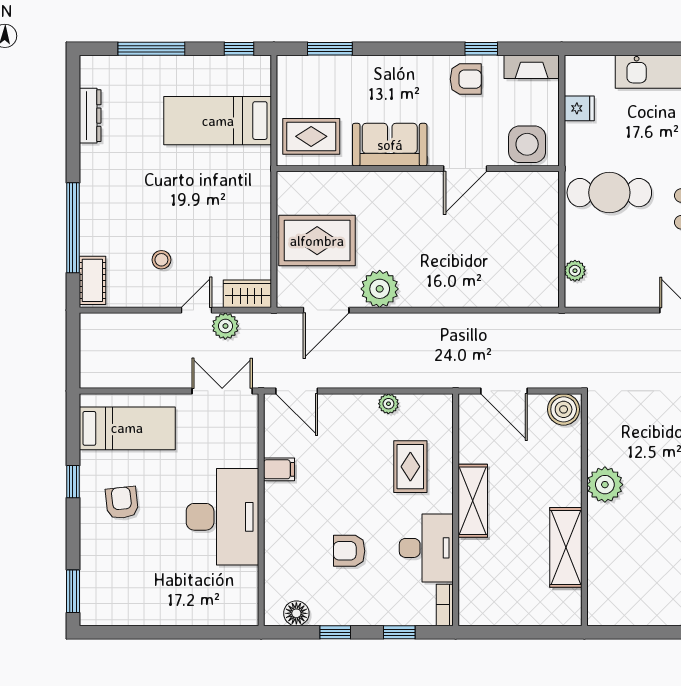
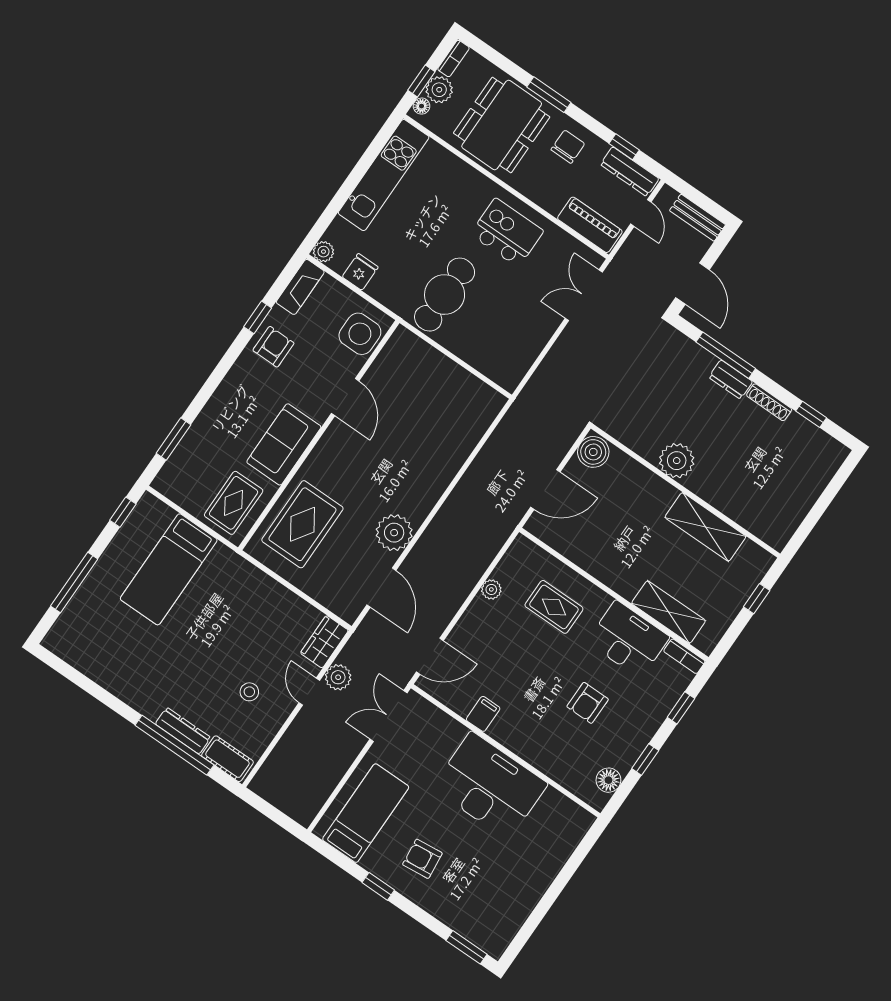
dresser: (90, 116) -> (183, 731), moved
rug: (317, 241) -> (302, 524), moved
plant: (575, 271) -> (323, 252), moved
shelving: (473, 501) -> (669, 612), moved
window: (535, 632) -> (757, 599), added

